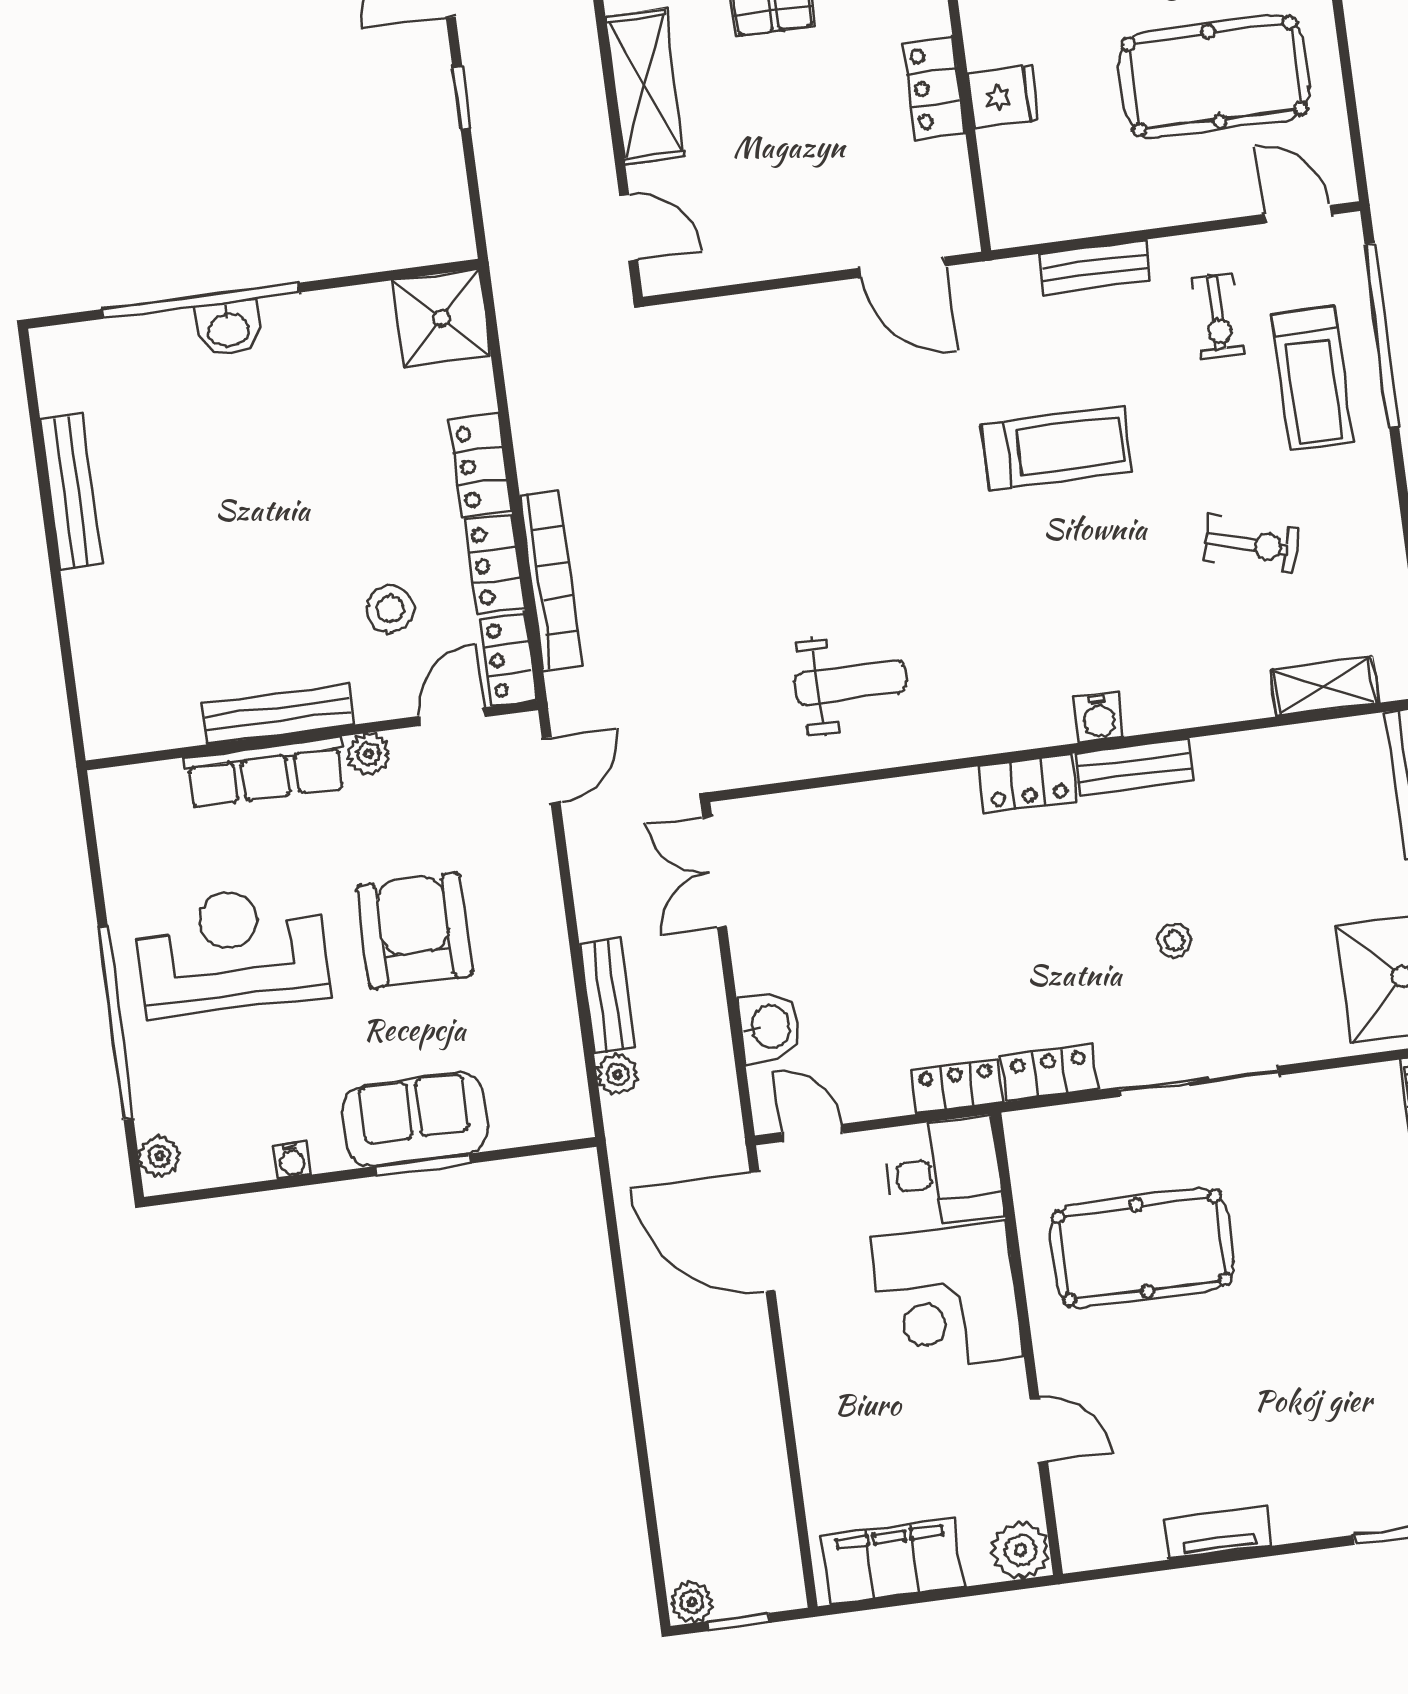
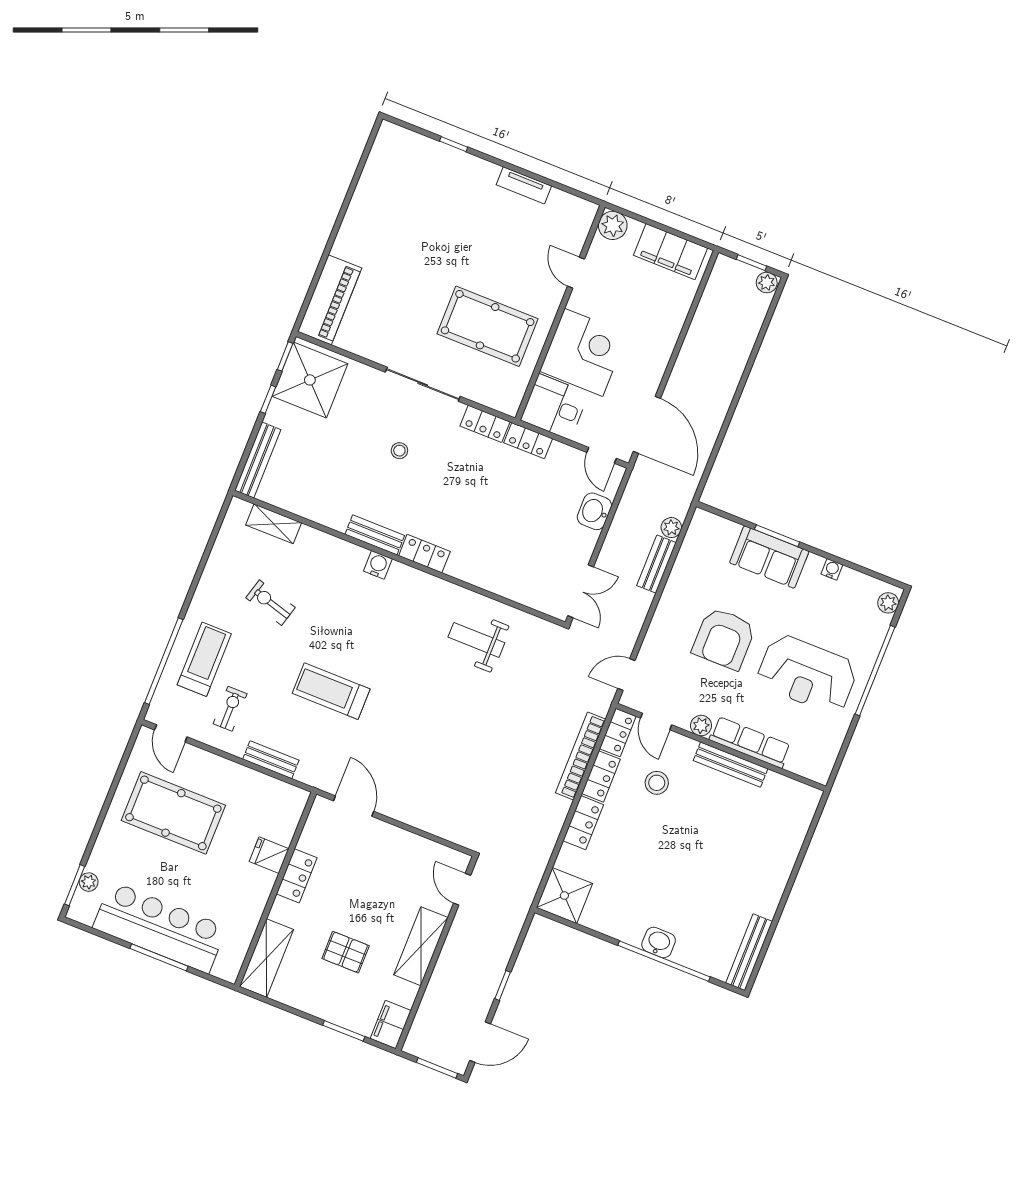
bench: (71, 492) -> (749, 952), moved
door: (452, 717) -> (656, 721), hinge flipped

